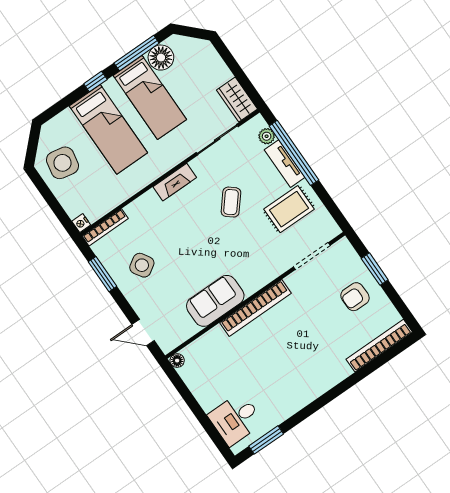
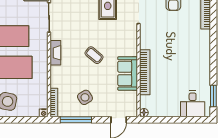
coffee table: (231, 202) -> (94, 55), moved
window: (102, 274) -> (76, 120), width x1.44
bookcase: (255, 308) -> (145, 72), moved

